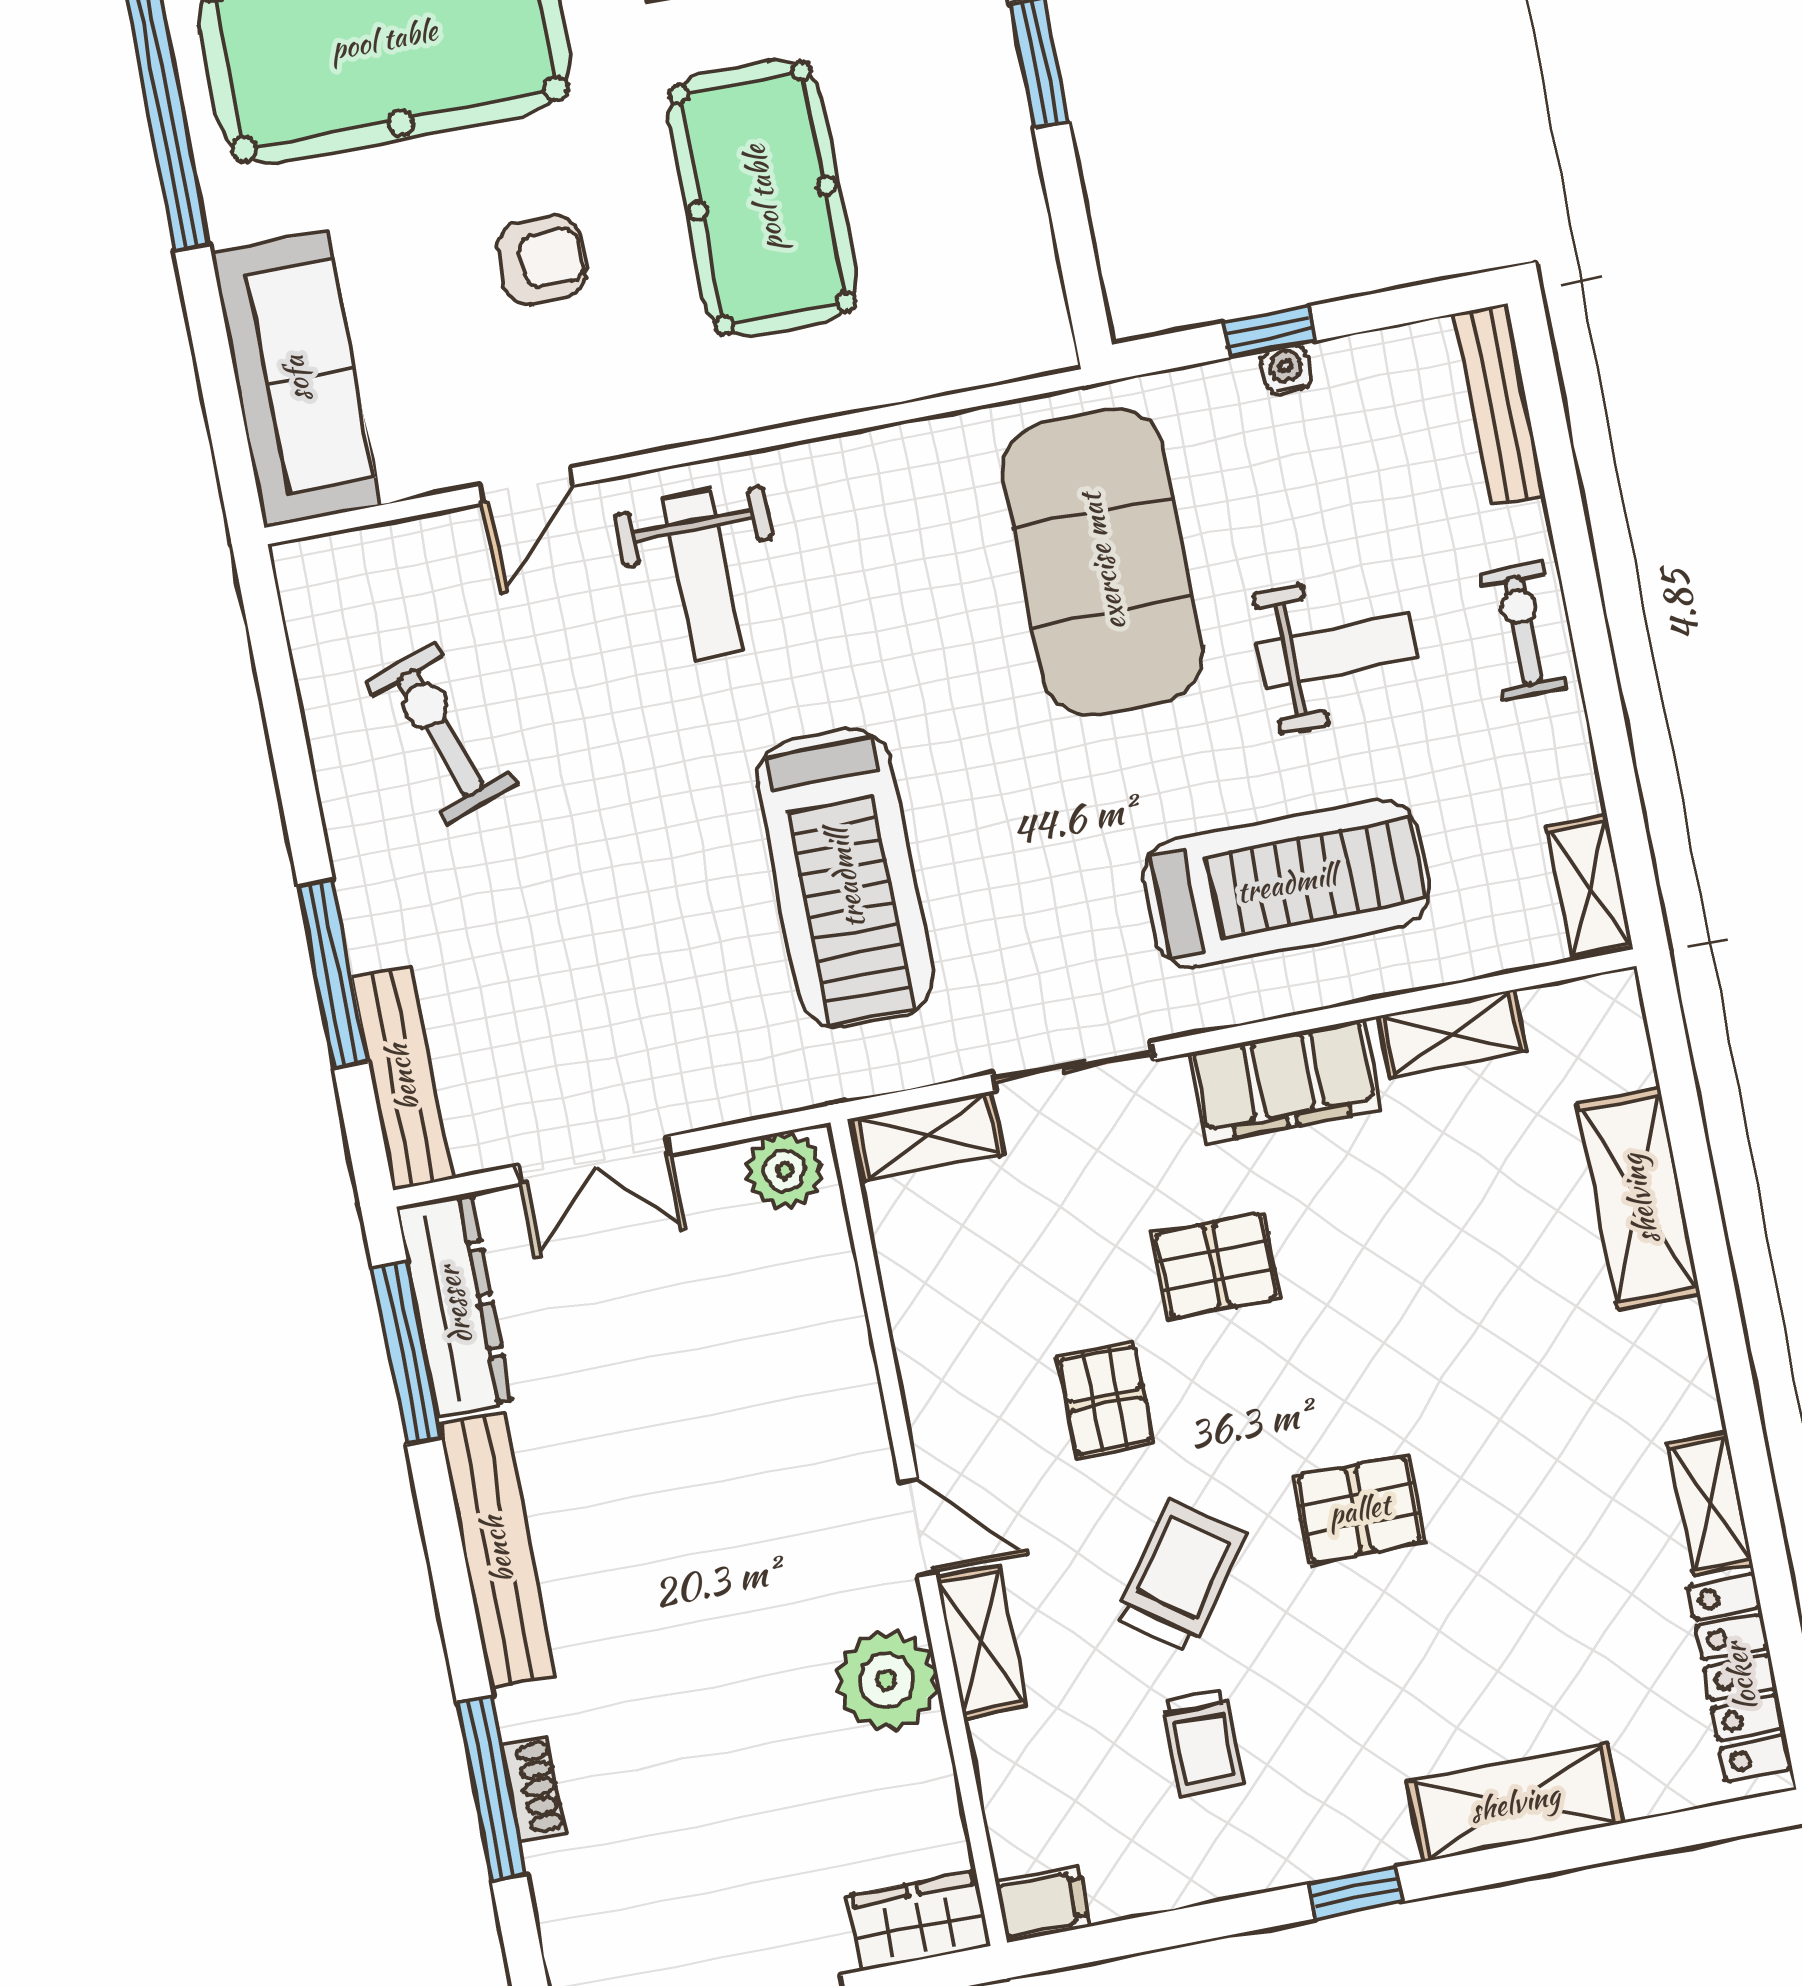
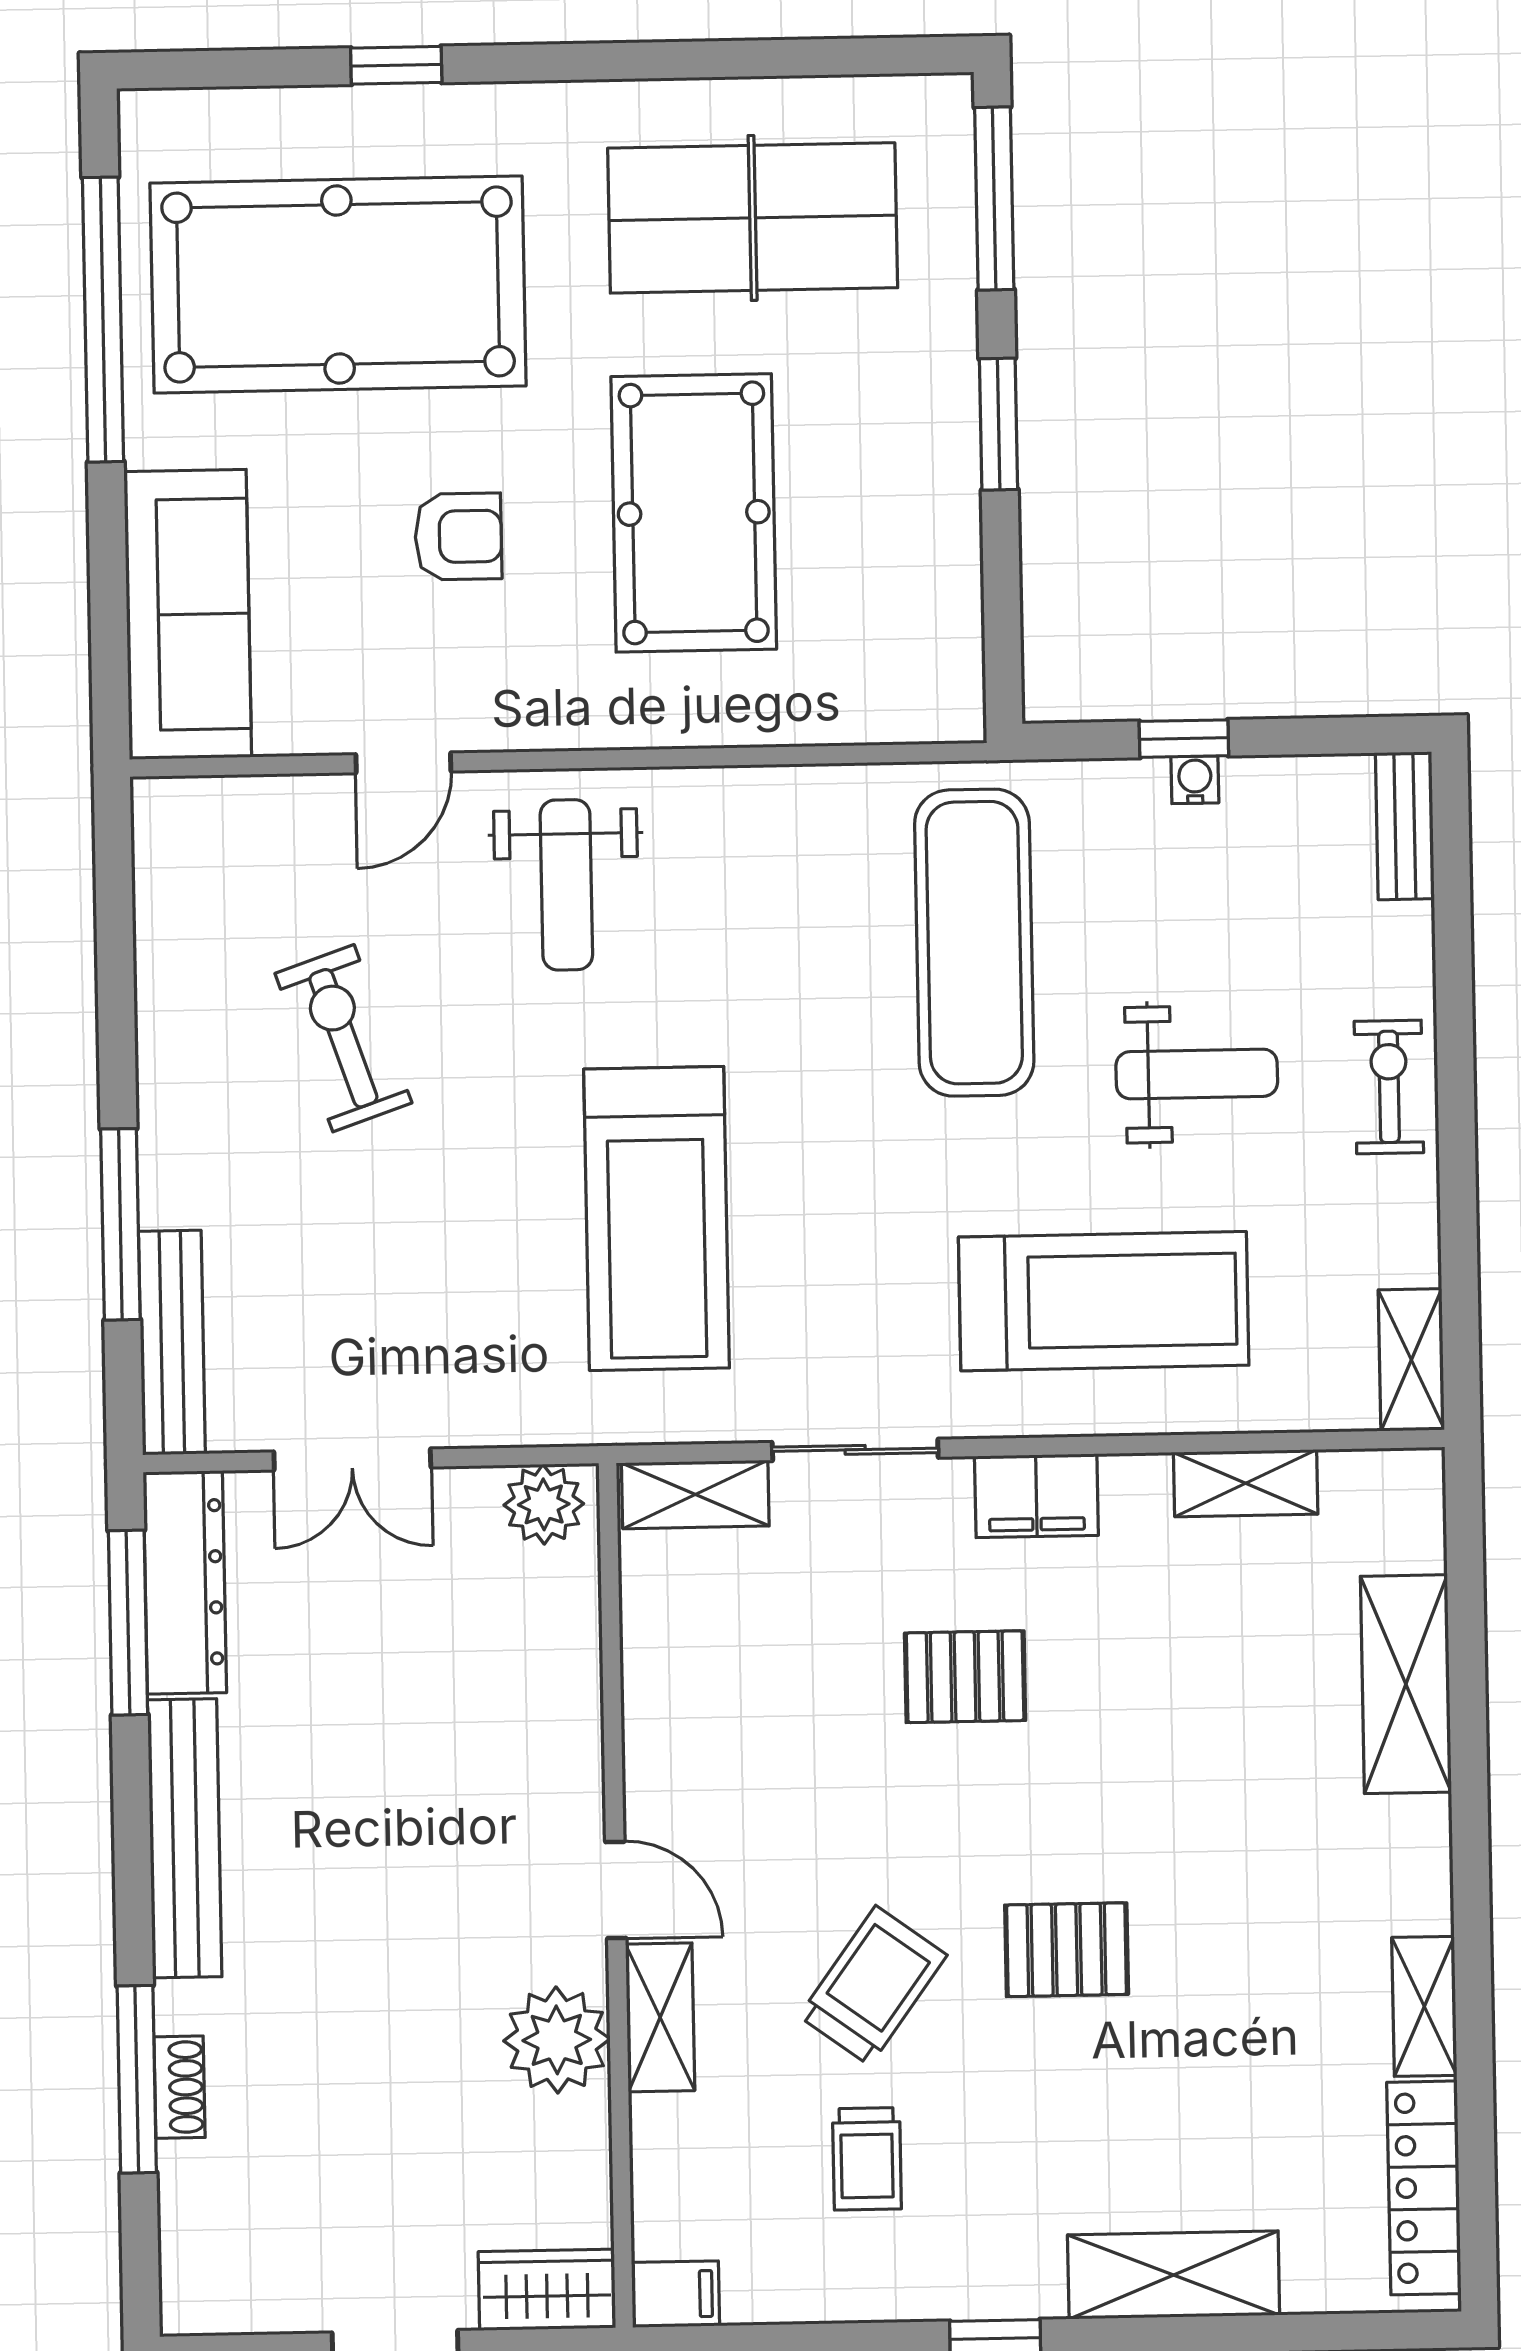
bench: (1500, 404) -> (1405, 826), width x0.73
exercise mat: (1102, 562) -> (974, 943), width x0.68
exercise bike: (441, 733) -> (343, 1038), moved
filing cabinet: (1285, 1081) -> (1036, 1496), width x0.67, depth x0.86
pallet: (1106, 1400) -> (829, 1794), removed

